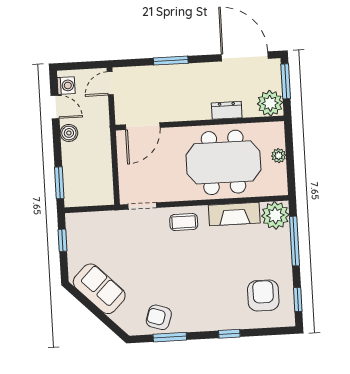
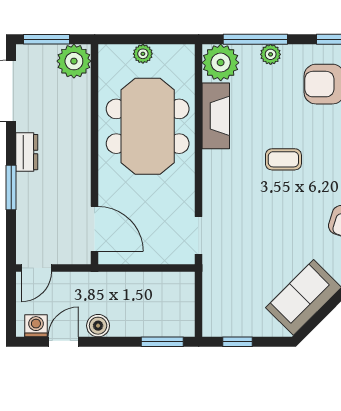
door: (110, 83) -> (36, 268), hinge flipped
dresser: (227, 110) -> (27, 152), moved, turned 180
coffee table: (184, 222) -> (283, 159), moved, turned 90
plant: (284, 253) -> (271, 54), added

